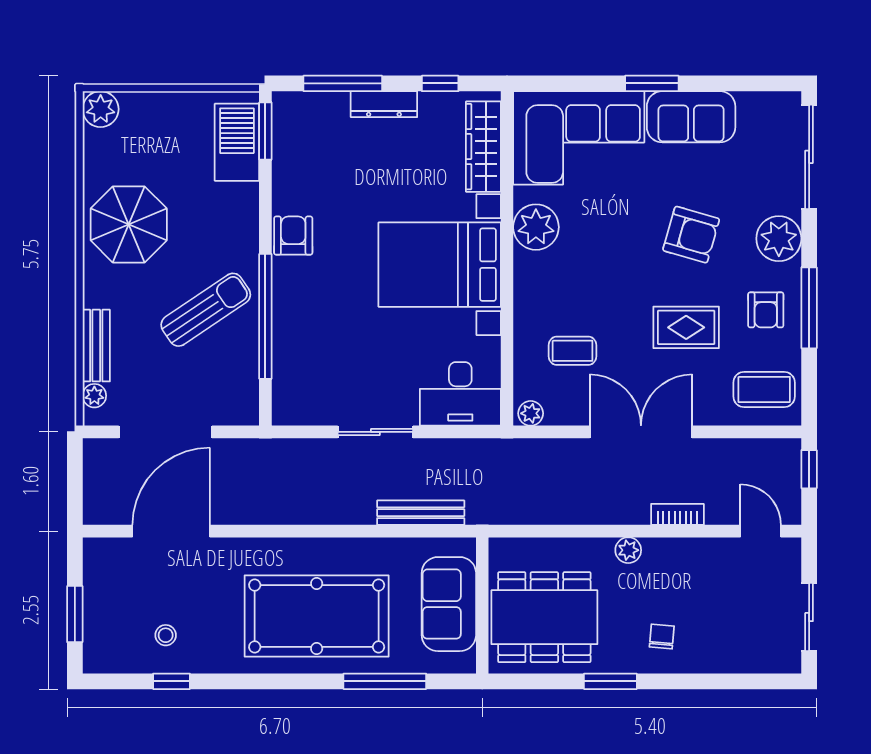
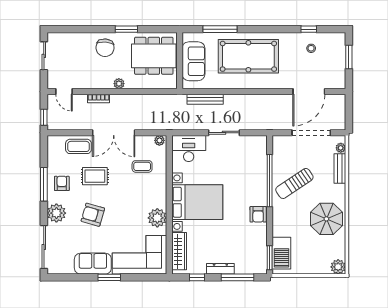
coffee table: (764, 389) -> (78, 146), moved
chair: (662, 637) -> (105, 48), width x1.87, depth x1.87

